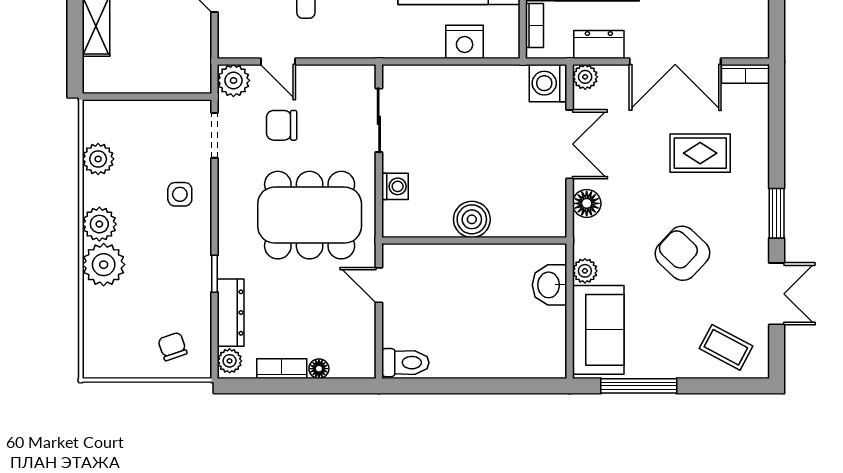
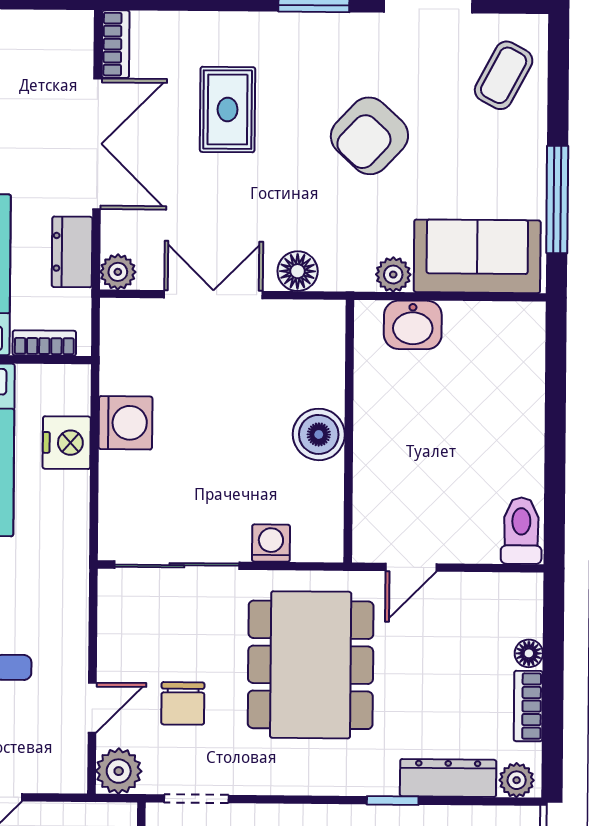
washing machine: (548, 83) -> (125, 423), moved, turned -90
sliding door: (379, 120) -> (177, 565), width x1.37

